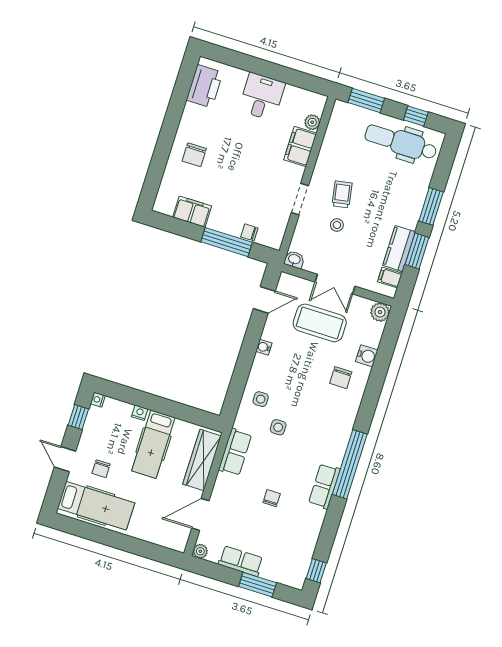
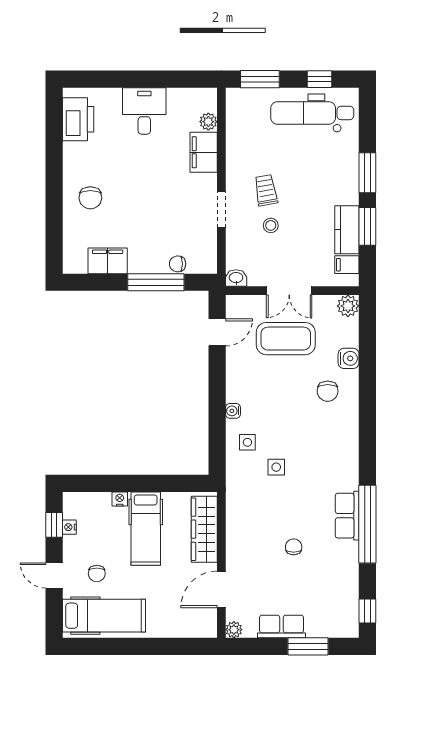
water cooler: (264, 347) -> (233, 411), moved
nightstand: (98, 400) -> (69, 527), moved
row of seats: (235, 452) -> (238, 509), removed
window: (350, 464) -> (367, 524), moved

